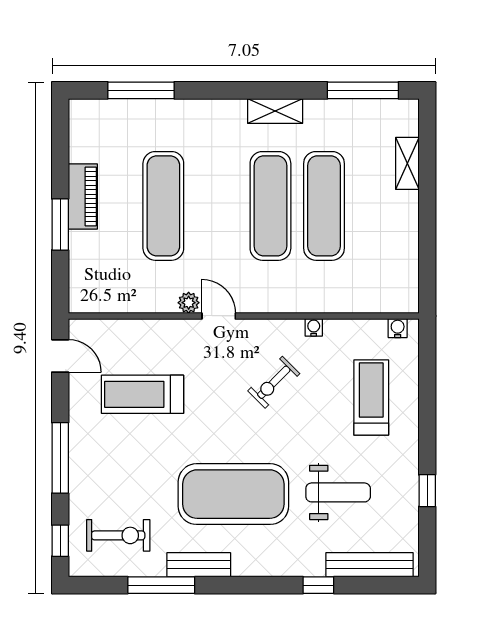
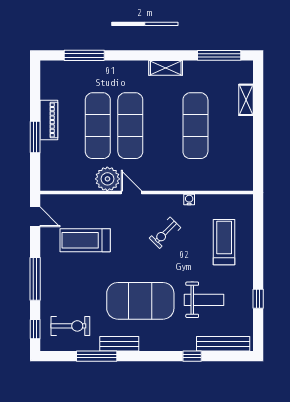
exercise mat: (270, 206) -> (130, 126), moved
plant: (189, 303) -> (107, 179), width x1.87, depth x1.87
water cooler: (398, 328) -> (240, 200), removed

